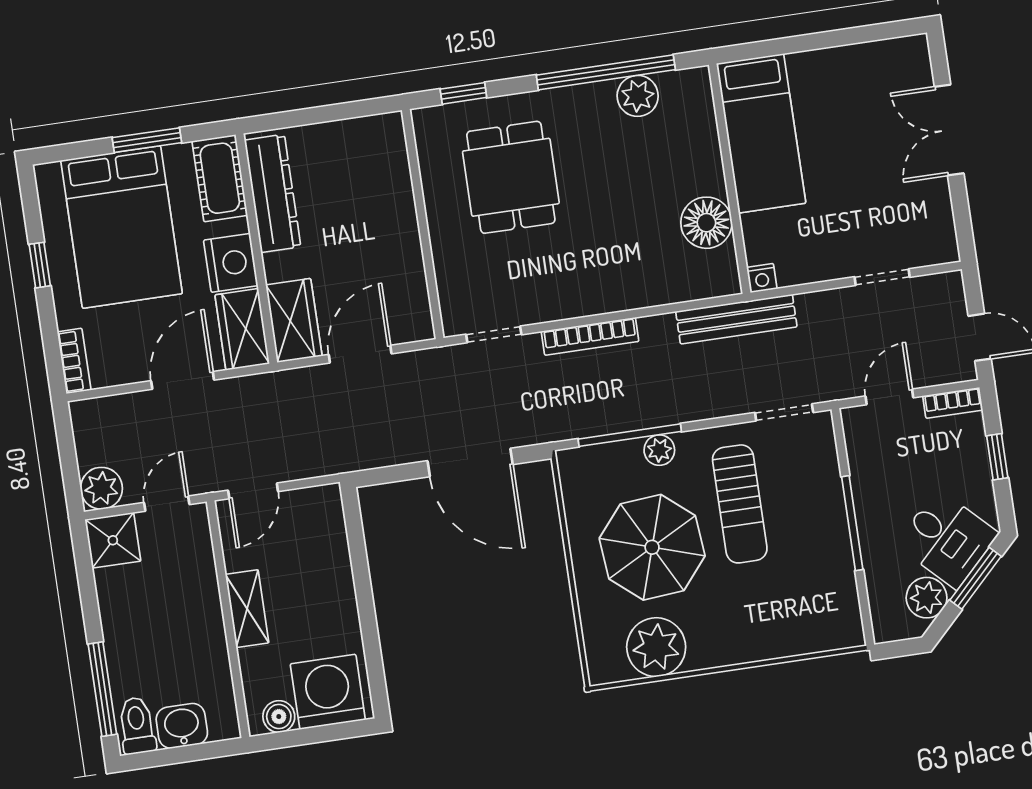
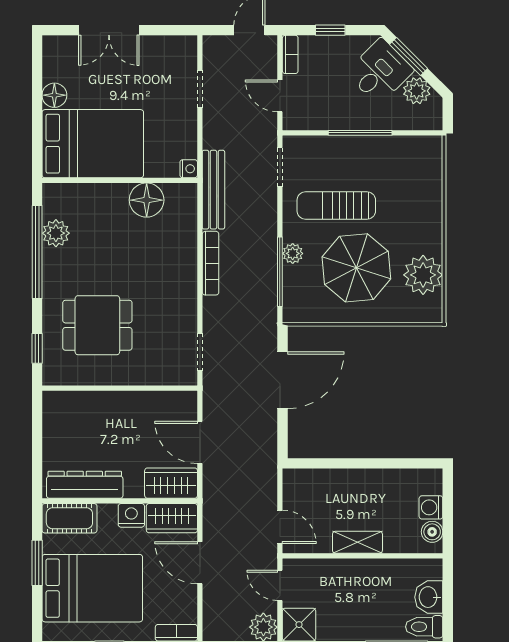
floor lamp: (841, 64) -> (54, 95), added
bed: (761, 133) -> (93, 144), width x1.50
nightstand: (231, 263) -> (131, 515), width x0.74, depth x0.75
bookcase: (590, 336) -> (211, 263), moved
sun lounger: (740, 504) -> (336, 205), turned 180
washing machine: (328, 692) -> (431, 507), width x0.53, depth x0.53

